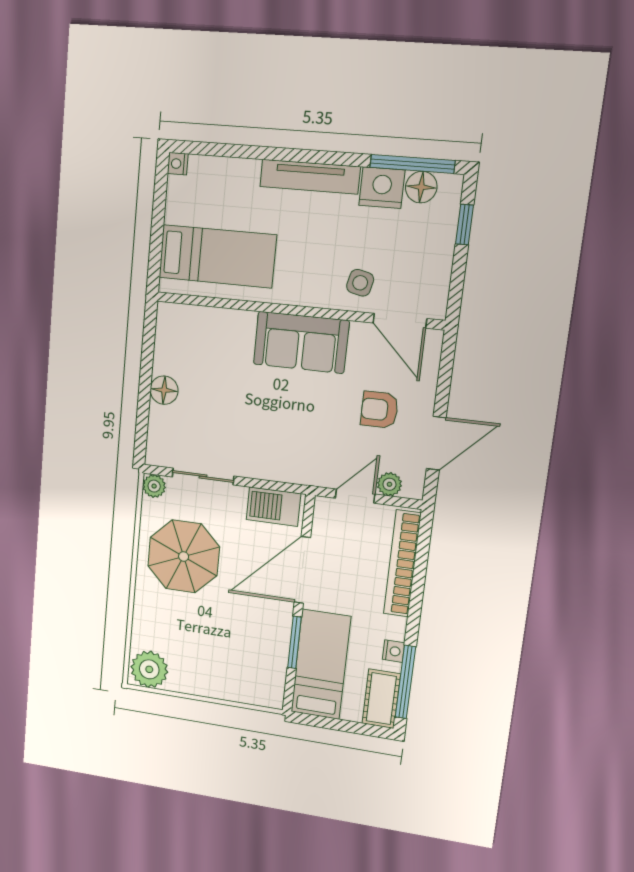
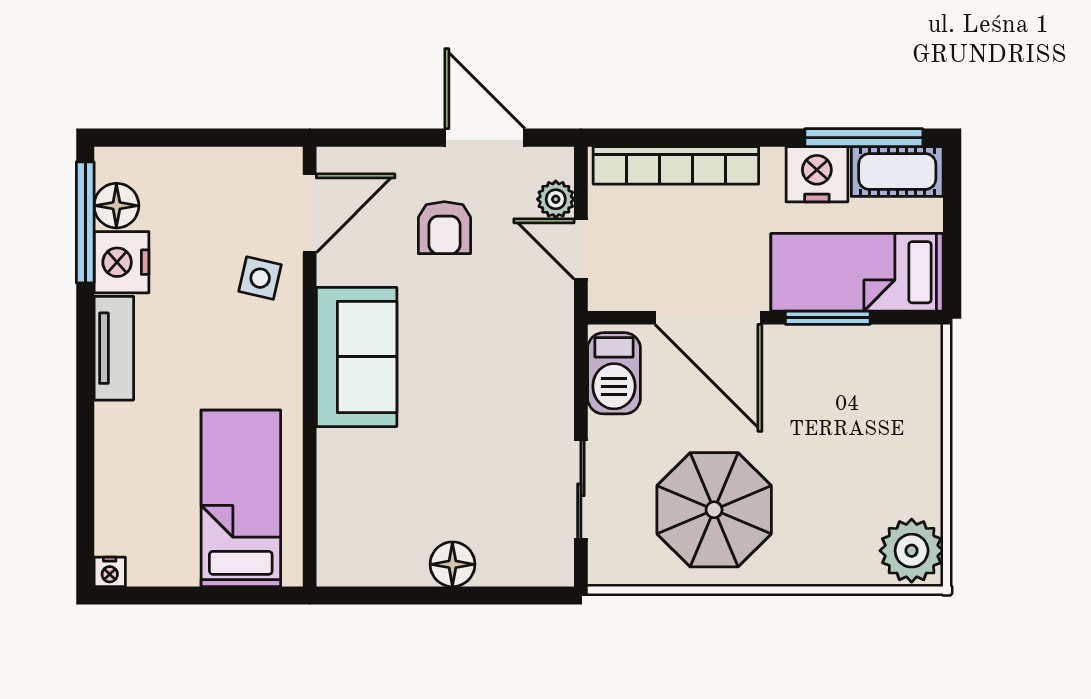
tv unit: (310, 177) -> (114, 348), width x0.71
window: (464, 225) -> (164, 138), removed
plant: (154, 486) -> (606, 568), removed
nightstand: (393, 651) -> (817, 174), width x1.89, depth x1.79

